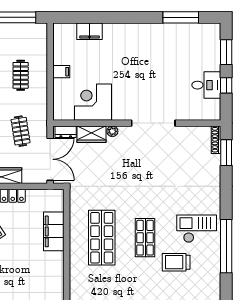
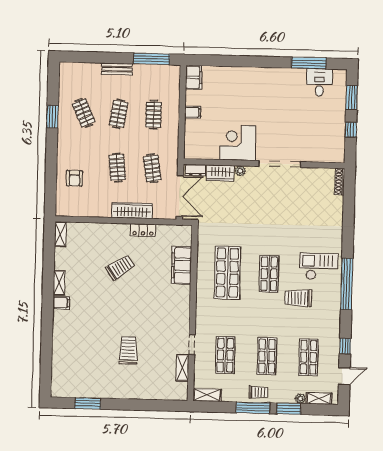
filing cabinet: (89, 31) -> (194, 77), moved, turned -90
desk: (206, 85) -> (319, 82), moved, turned -90
corner desk: (93, 102) -> (238, 143), moved
window: (226, 153) -> (349, 194), removed

